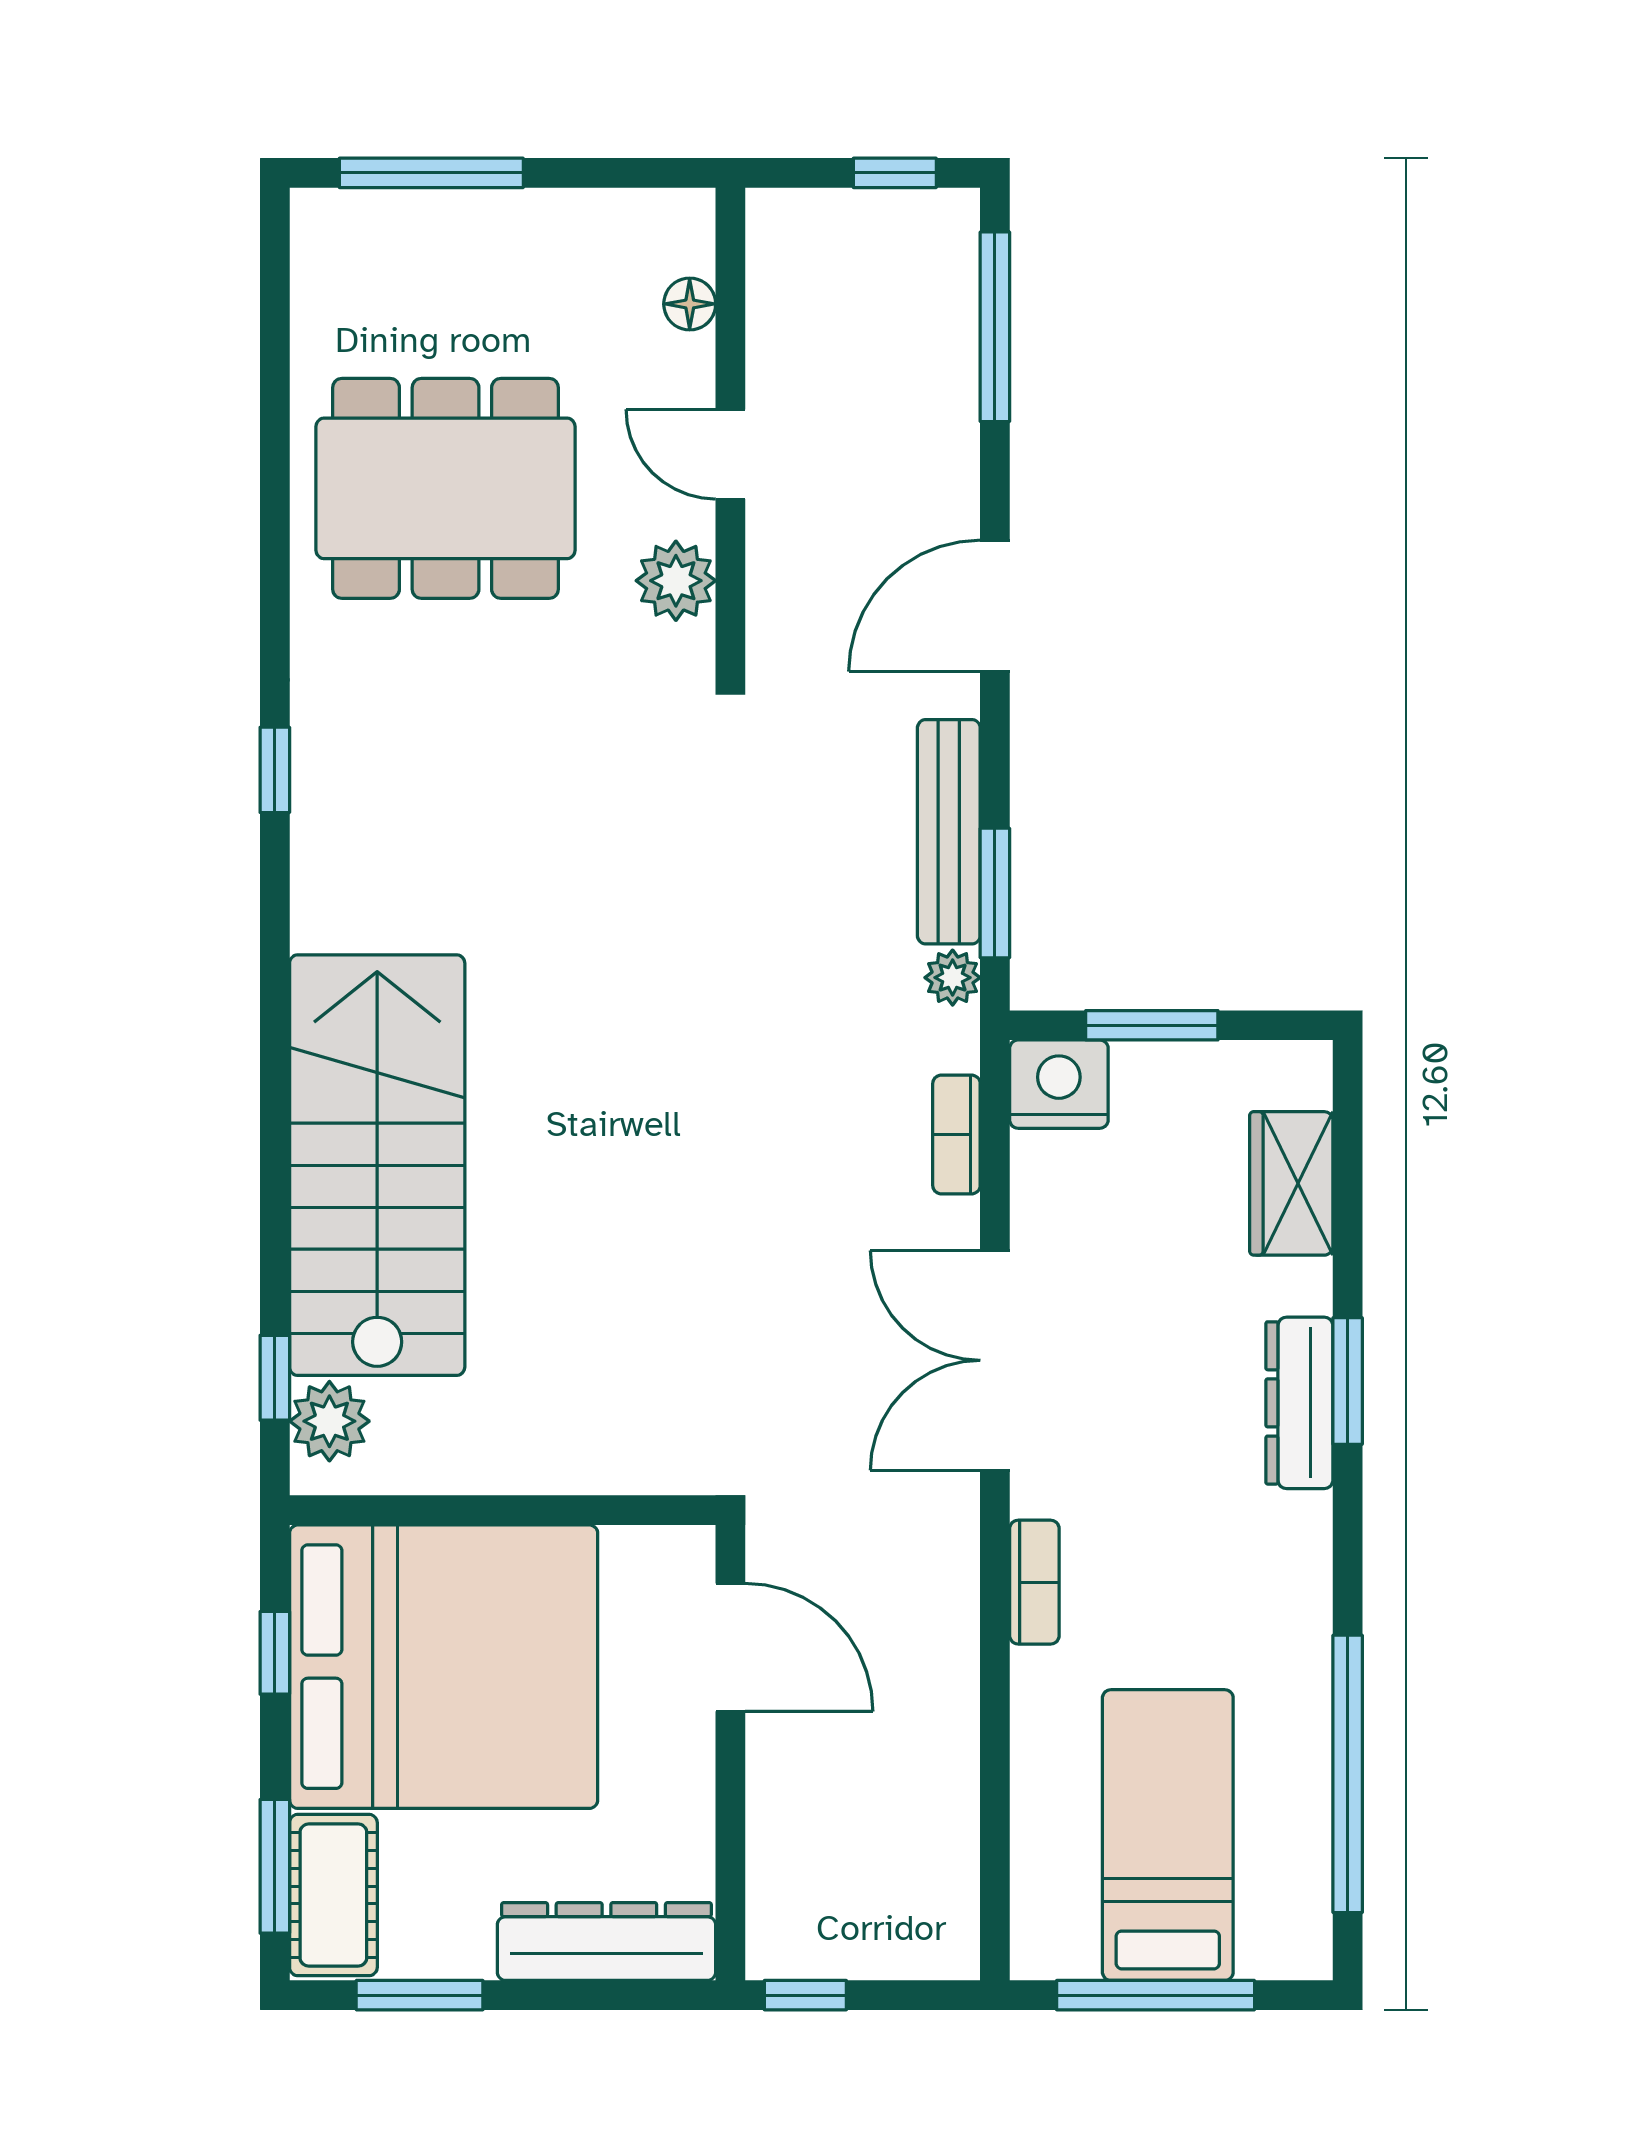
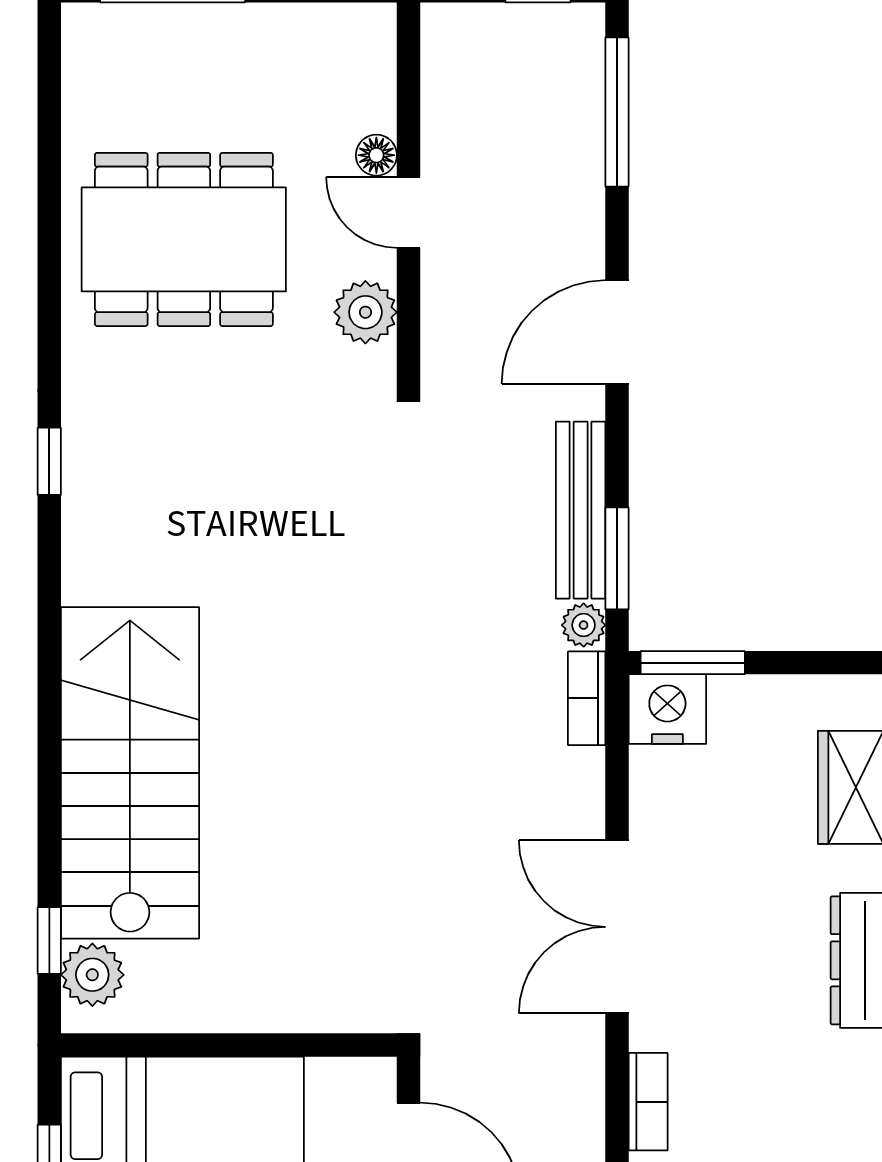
floor lamp: (690, 304) -> (376, 155), moved
window: (1152, 1025) -> (693, 663), moved
bookcase: (956, 1135) -> (587, 698), moved

